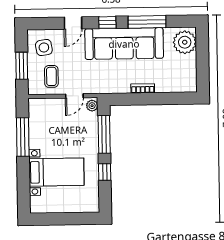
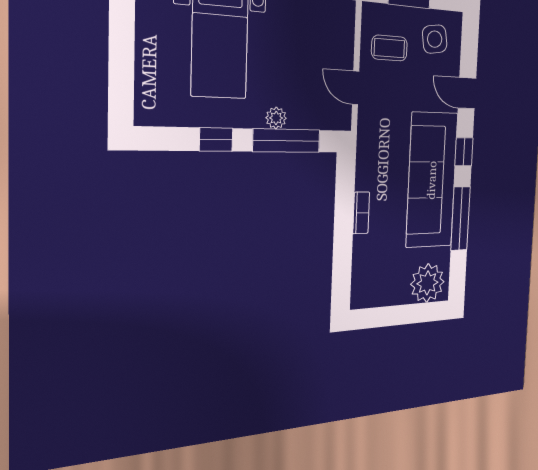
plant: (92, 106) -> (276, 118), moved

